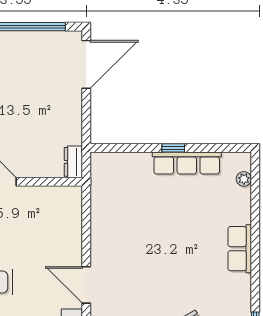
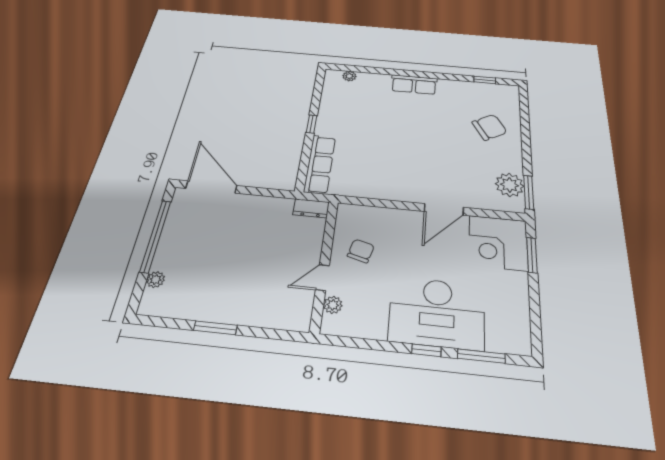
row of seats: (187, 163) -> (320, 164), moved
chair: (34, 212) -> (361, 251), added

